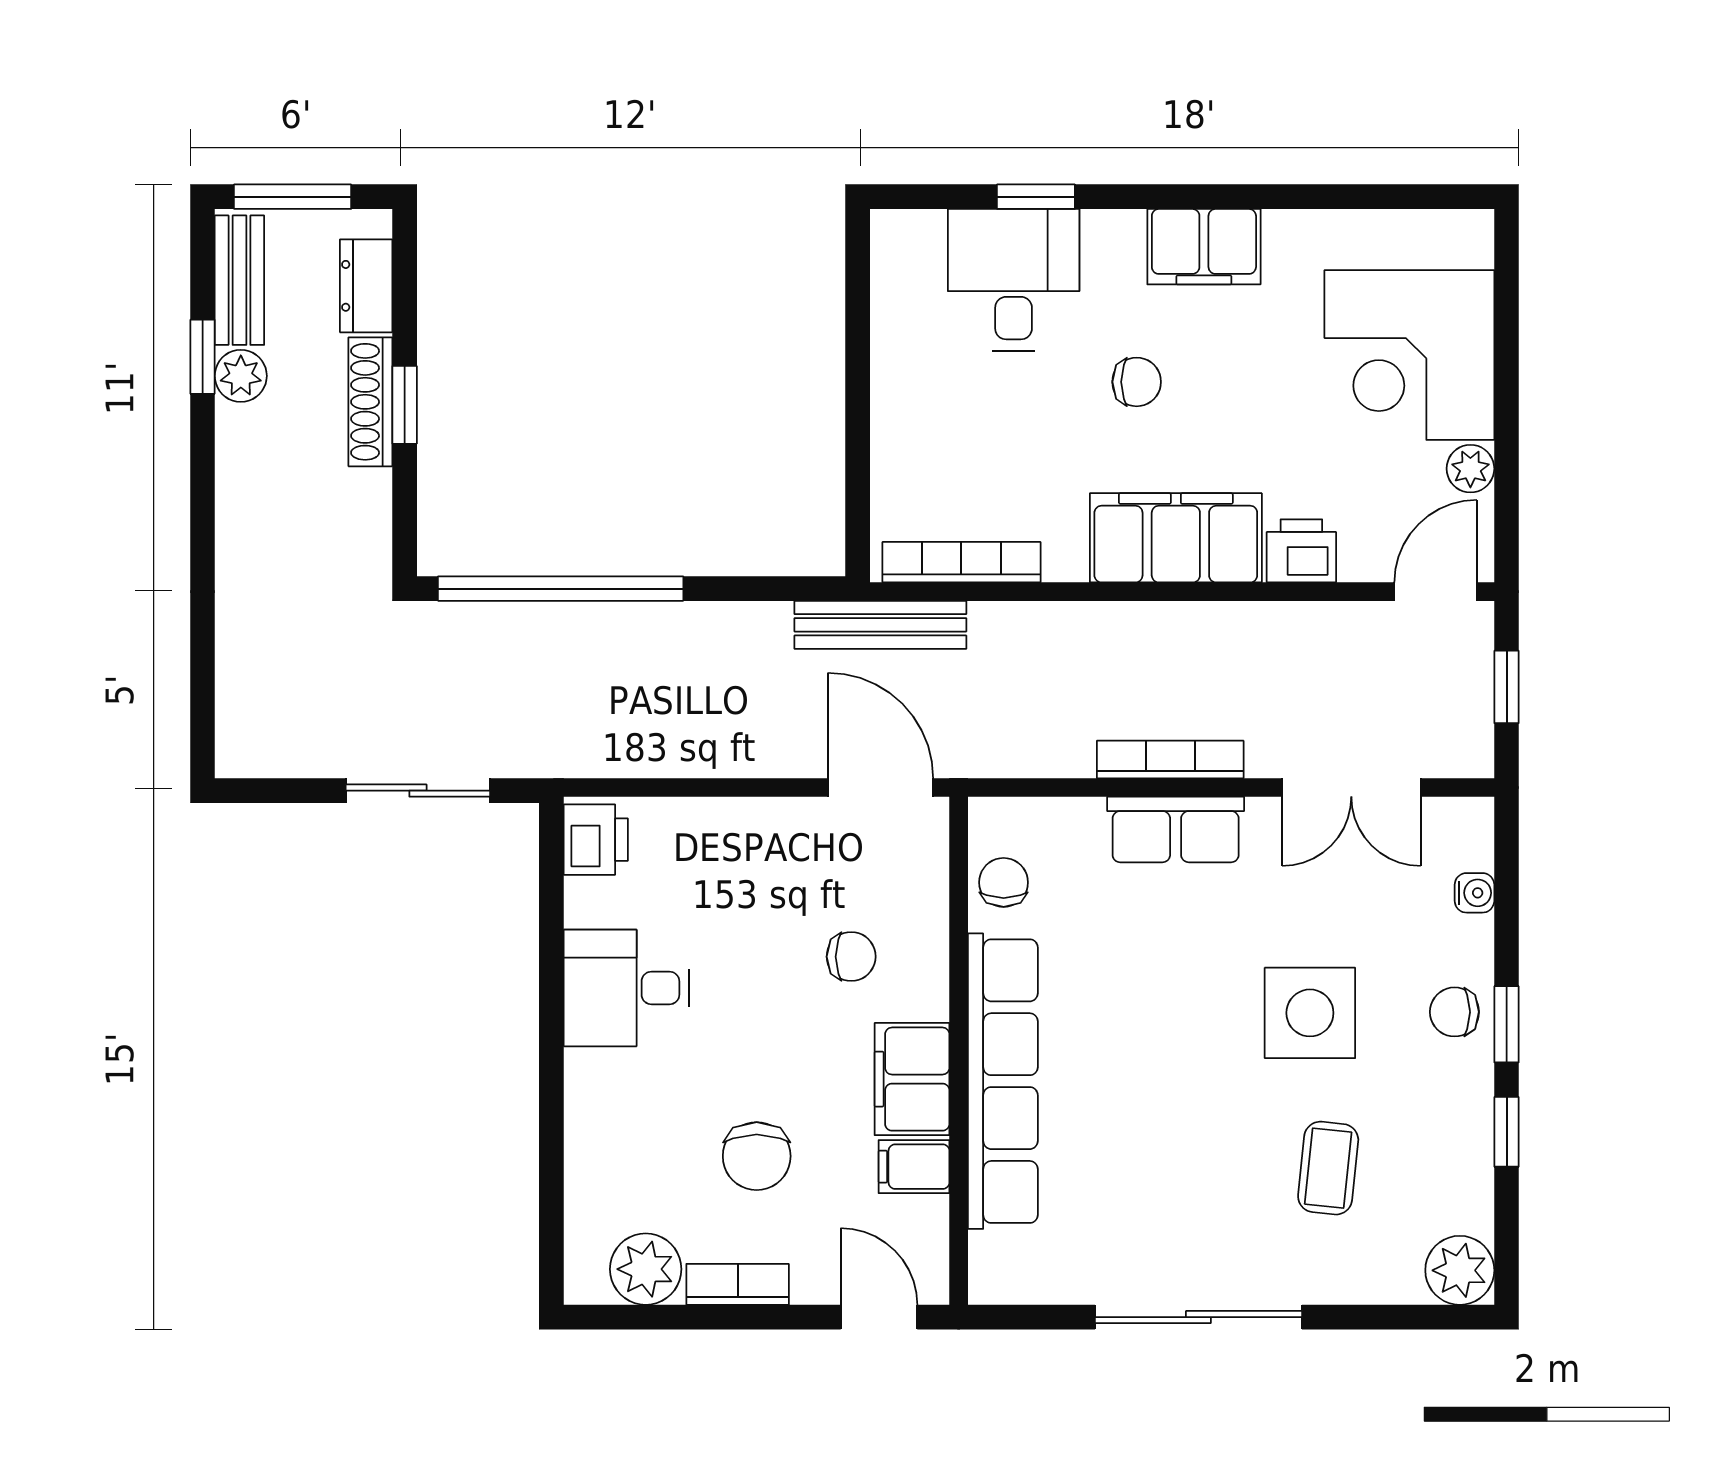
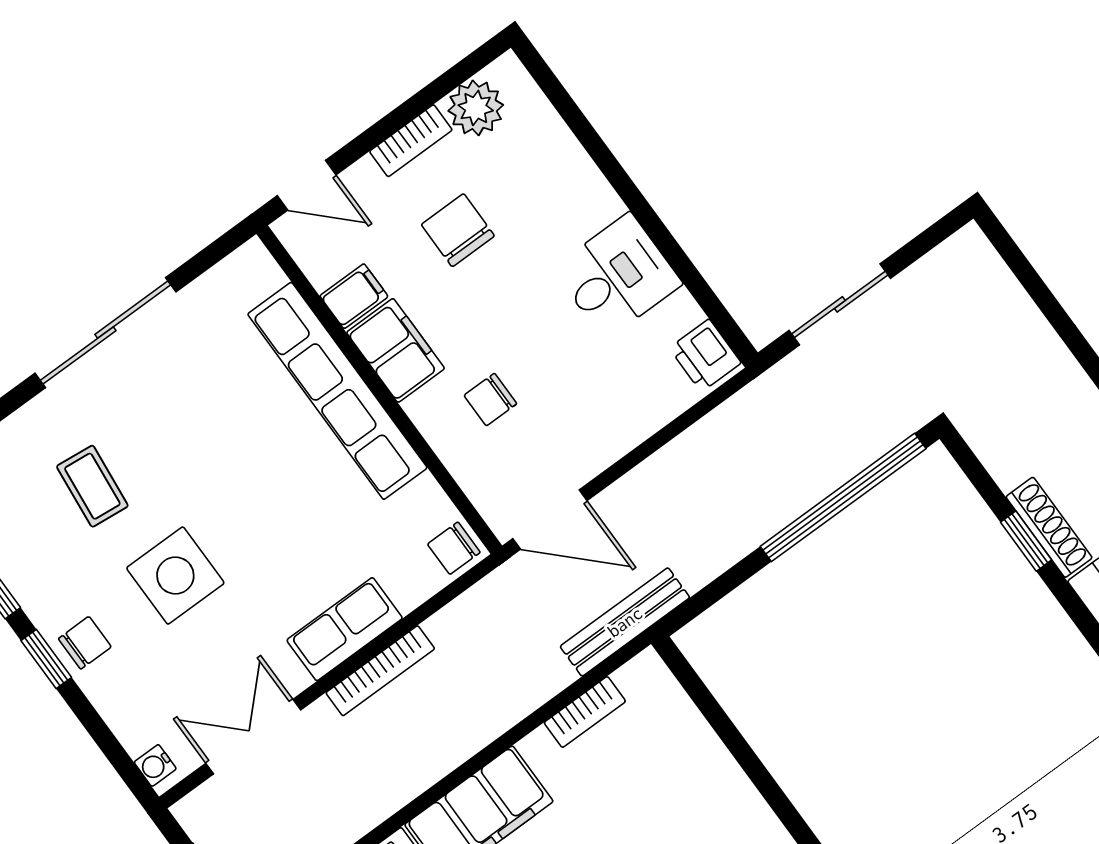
bookcase: (961, 562) -> (585, 712), width x0.64
chair: (1004, 882) -> (454, 548), moved, turned 90
water cooler: (1474, 893) -> (155, 765), moved

